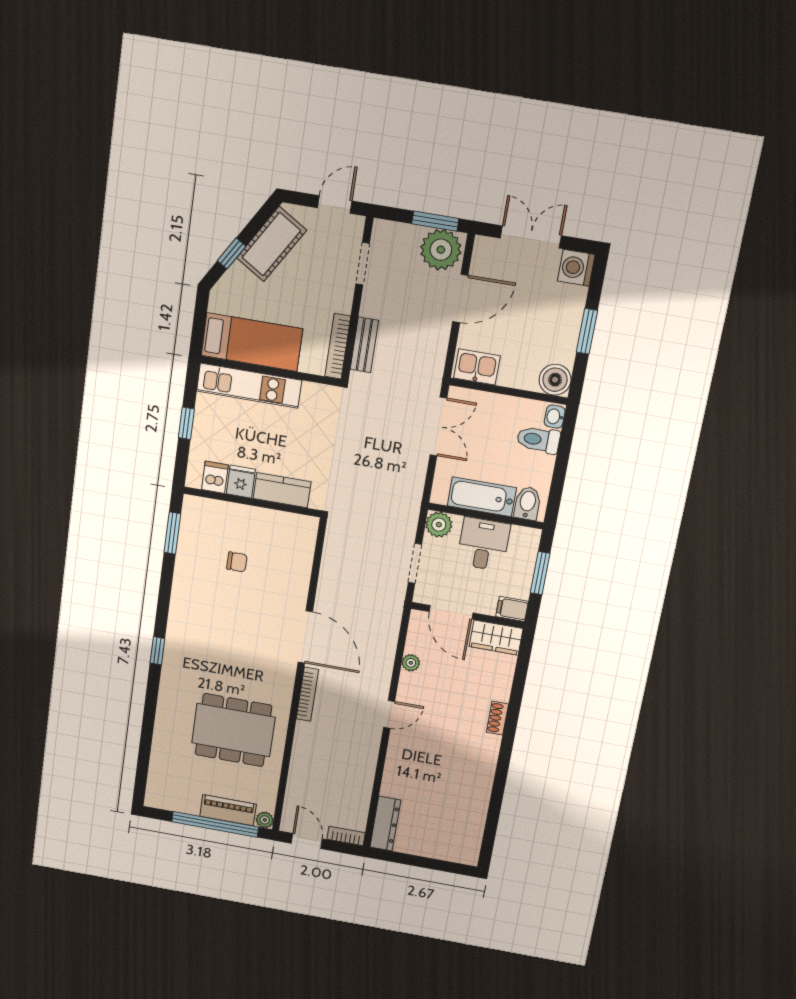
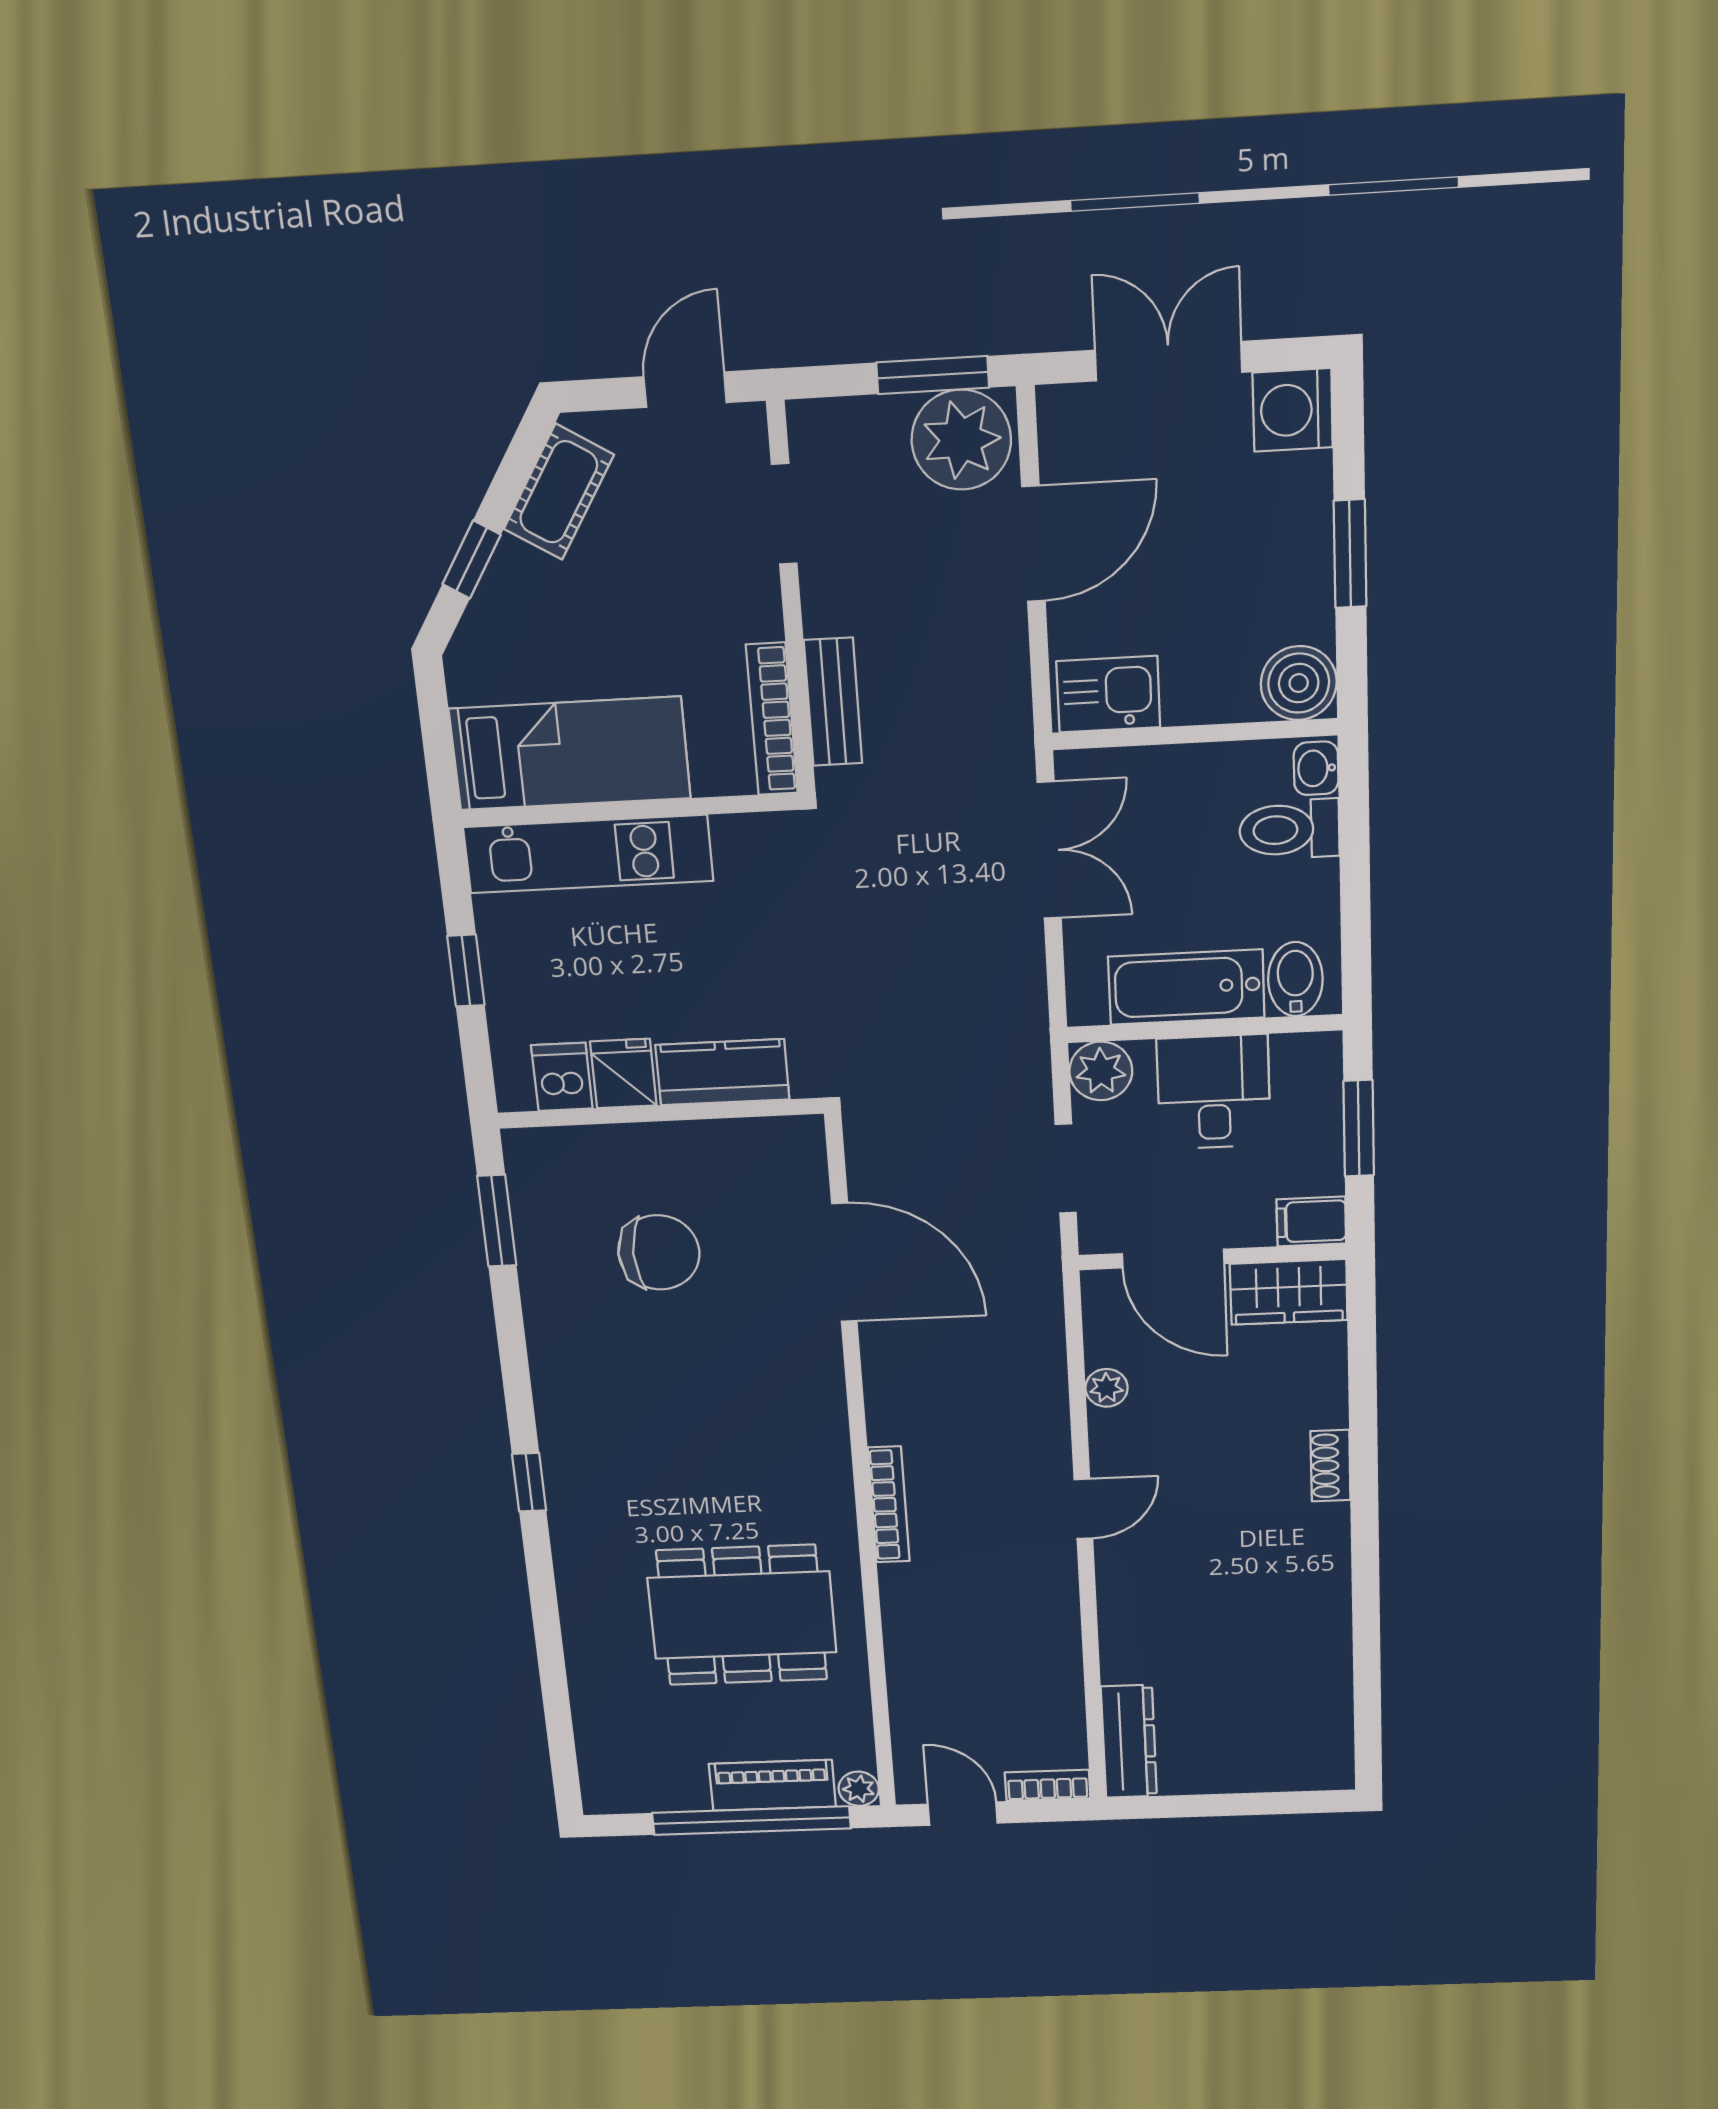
cot: (271, 244) -> (559, 492), width x0.73, depth x0.75
chair: (237, 562) -> (659, 1252), width x1.87, depth x1.87
door: (305, 637) -> (844, 1263), moved

